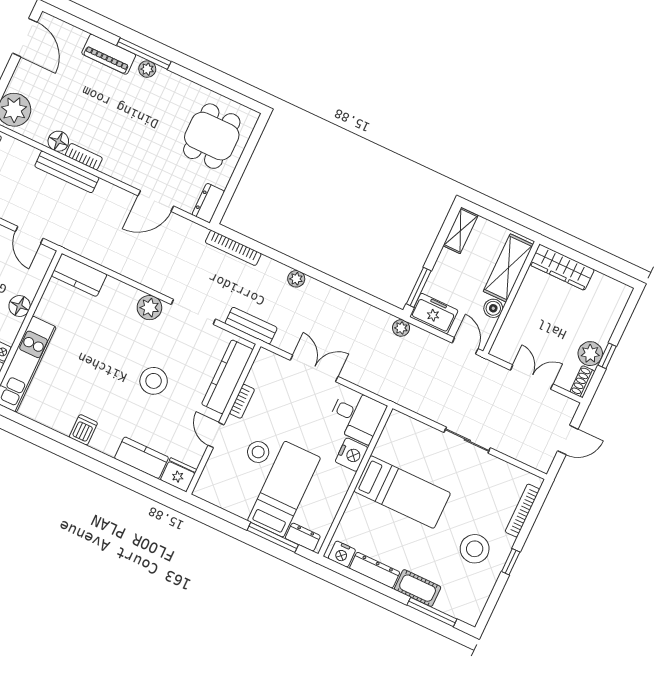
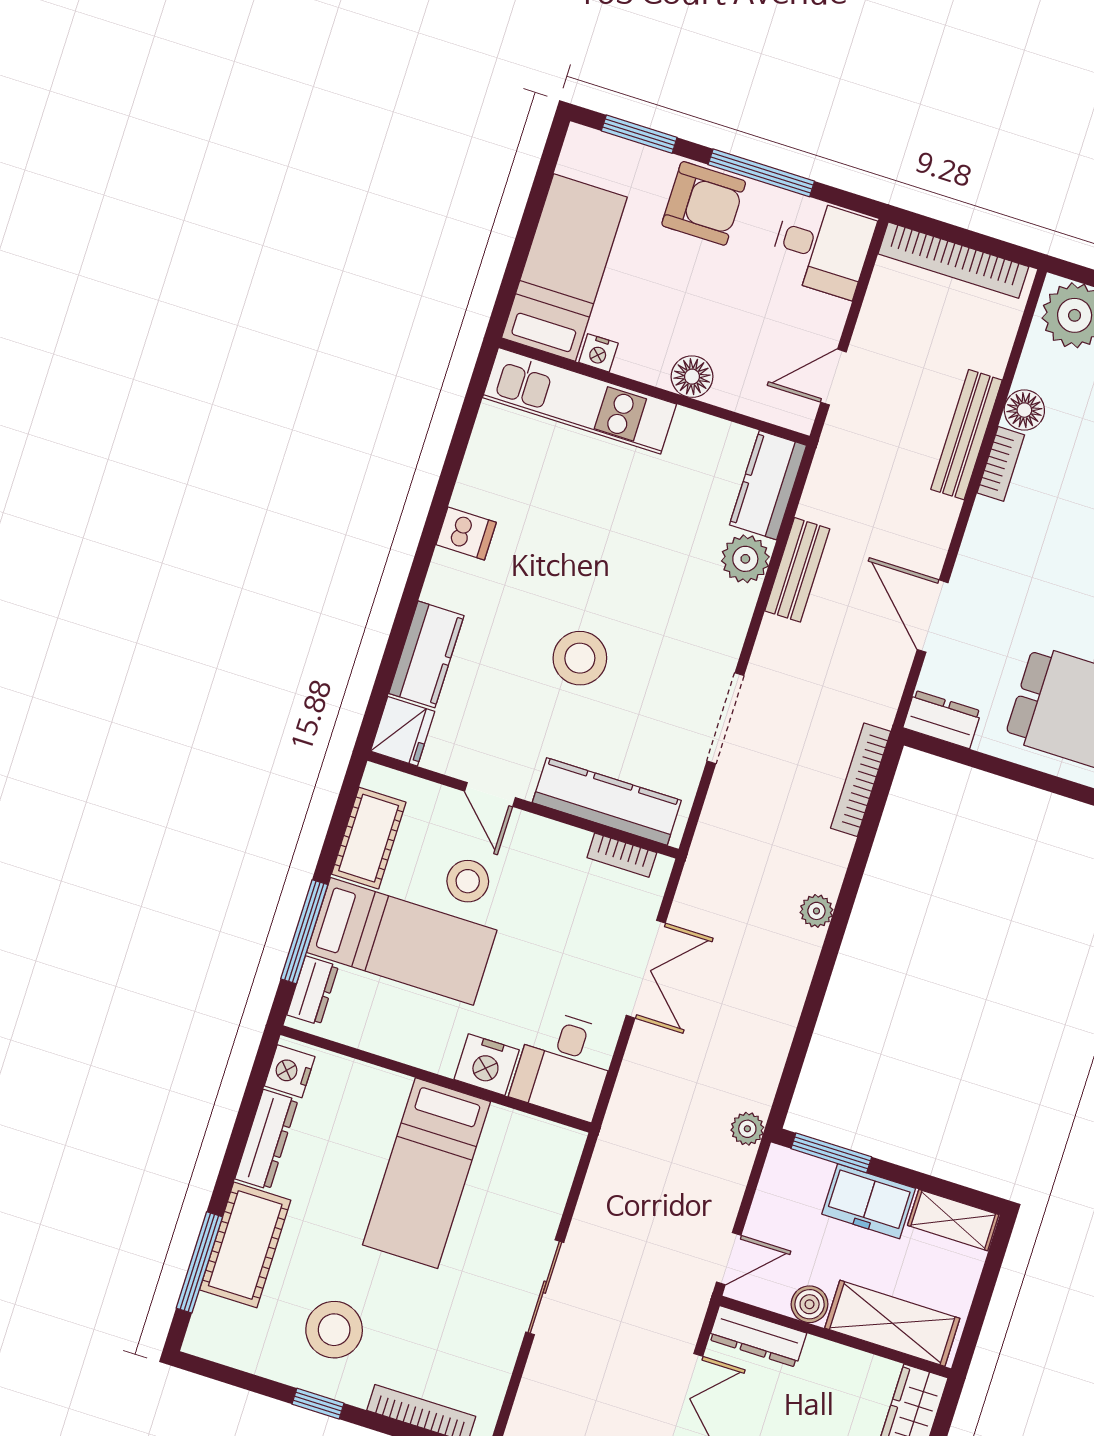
plant: (149, 308) -> (745, 559), moved
freezer: (434, 314) -> (869, 1201), moved, turned 90
bench: (251, 326) -> (797, 570), moved
dresser: (506, 336) -> (758, 1336), added
bookcase: (242, 401) -> (622, 855), moved
door: (216, 435) -> (490, 794), swing flipped
cot: (230, 499) -> (369, 838), added
cot: (418, 588) -> (245, 1245), width x1.37, depth x1.34

